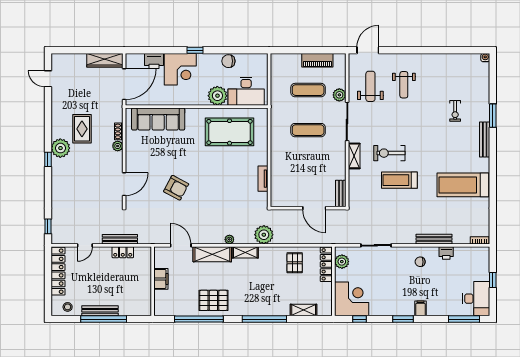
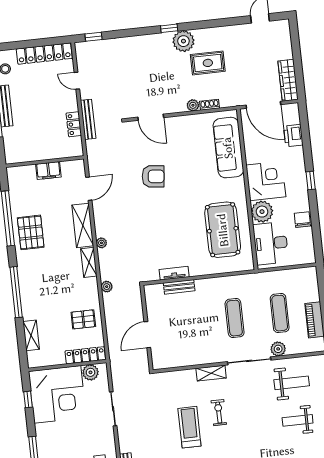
corner desk: (180, 69) -> (266, 181), moved, turned 180
exercise bike: (389, 153) -> (219, 413), width x0.73, depth x0.72
armchair: (176, 188) -> (153, 176), turned -112
bench: (341, 193) -> (179, 287), moved
plant: (264, 235) -> (107, 287), width x0.53, depth x0.53
corner desk: (352, 299) -> (57, 394), width x1.36, depth x1.36

